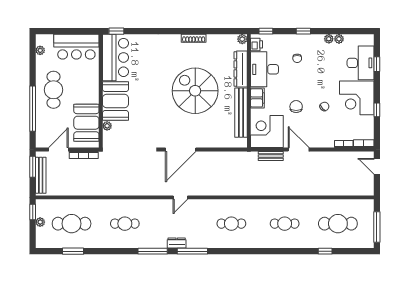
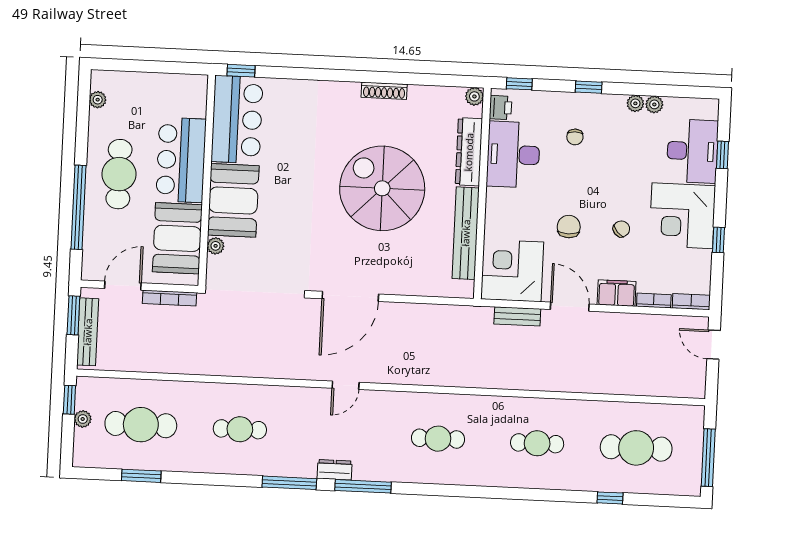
bar counter: (76, 47) -> (181, 160), moved, turned 90
filing cabinet: (257, 98) -> (617, 293), moved, turned -90

